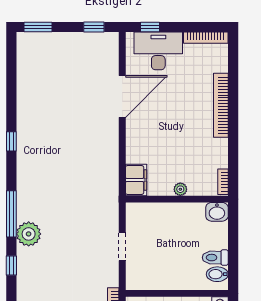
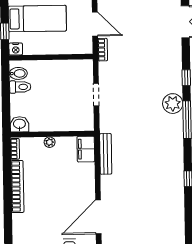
bookcase: (221, 105) -> (17, 187), moved
bench: (112, 174) -> (106, 154), added

